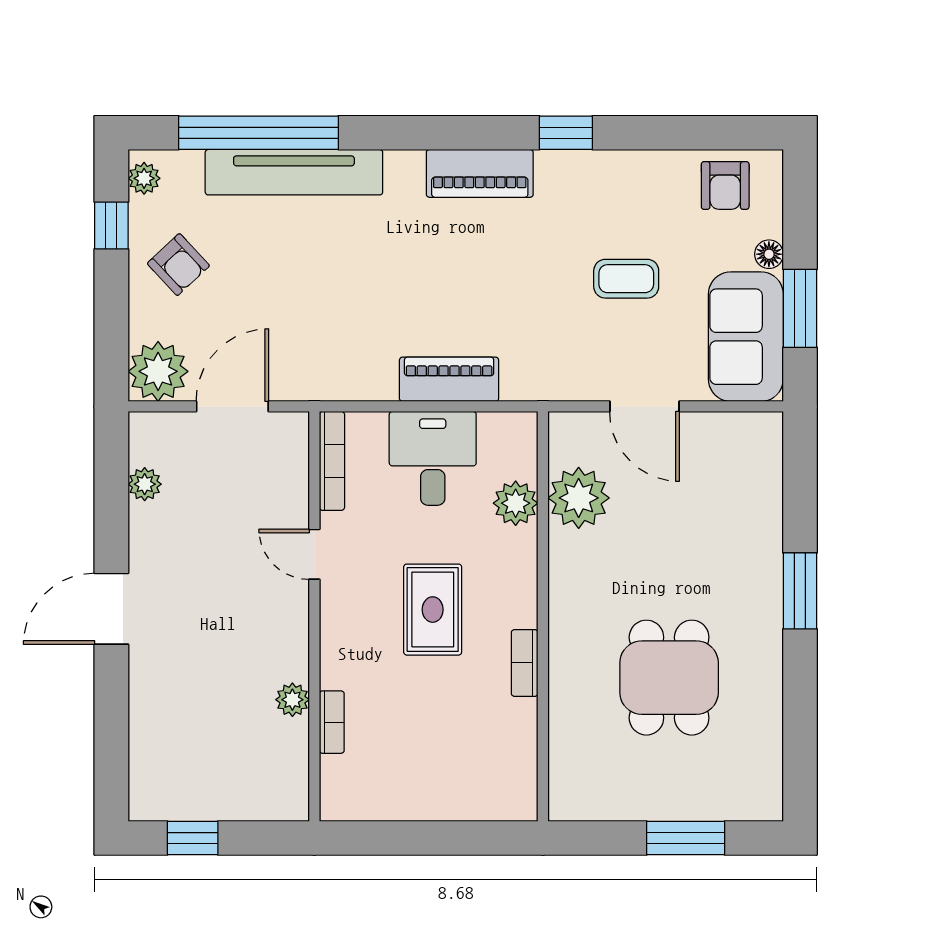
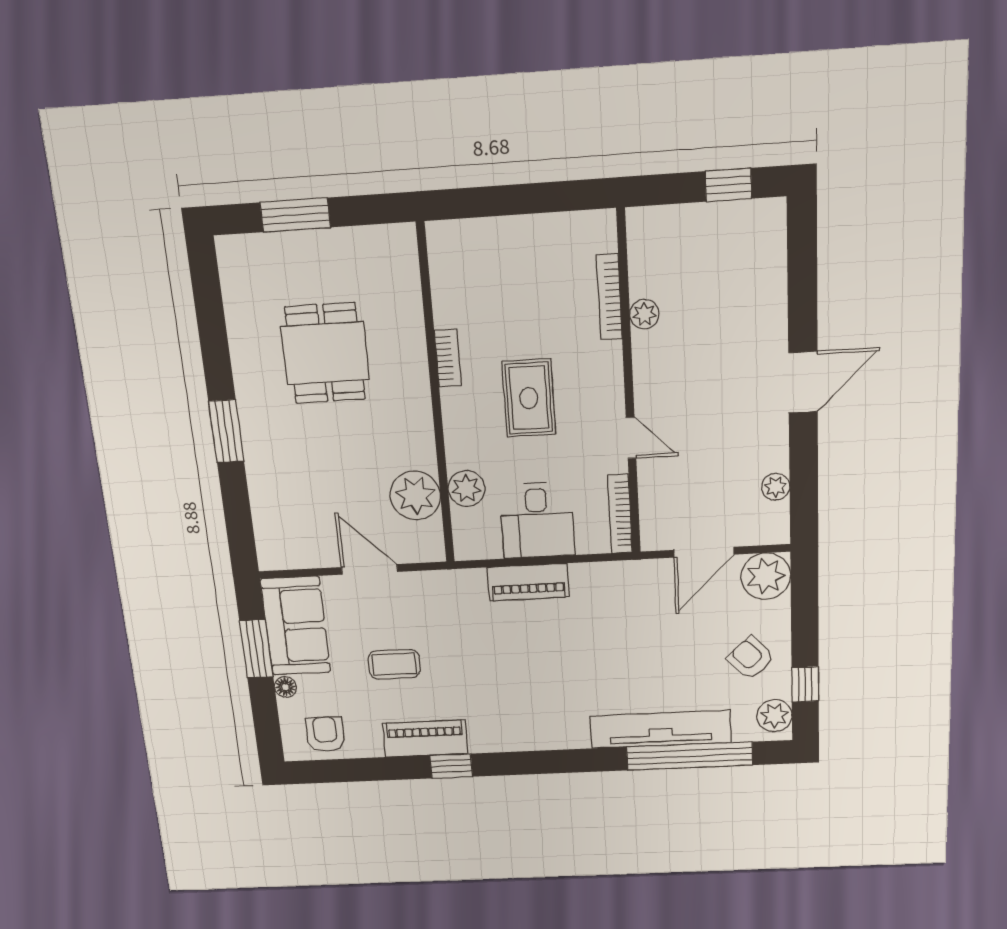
piano: (480, 173) -> (425, 739), moved
plant: (144, 178) -> (774, 716), width x1.38, depth x1.38
bookcase: (332, 722) -> (609, 297), width x1.56

